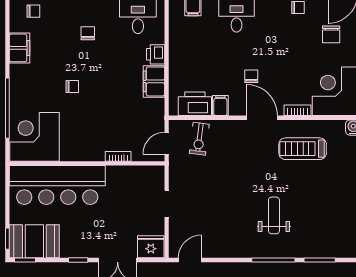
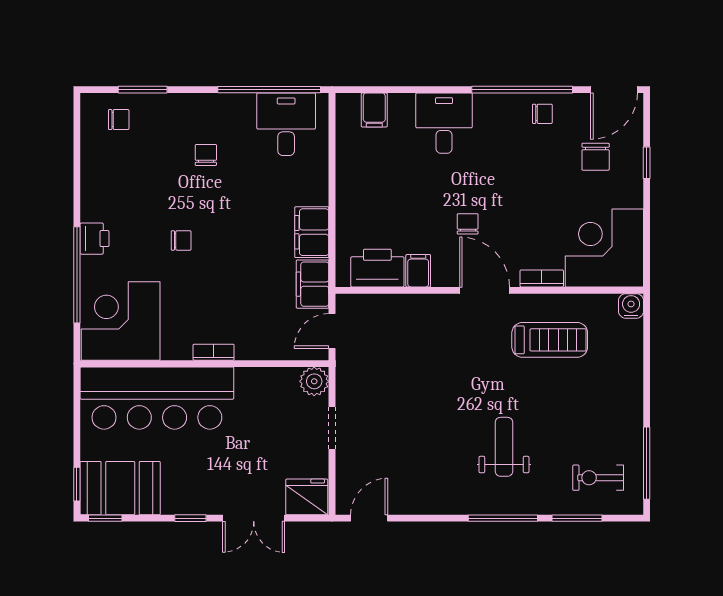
filing cabinet: (19, 48) -> (313, 284), moved, turned 180
printer: (156, 54) -> (94, 239), moved, turned 180
exercise bike: (199, 139) -> (598, 478), moved, turned 83
treadmill: (303, 149) -> (550, 340), turned 180
bookcase: (118, 156) -> (214, 352), moved
plant: (155, 175) -> (314, 381), added

